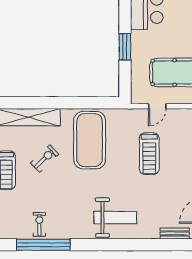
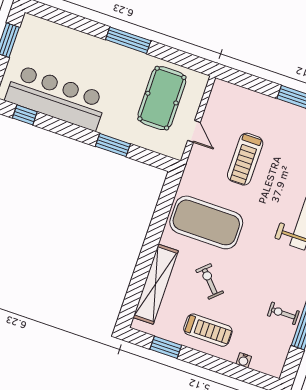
treadmill: (149, 154) -> (245, 159), turned 90

